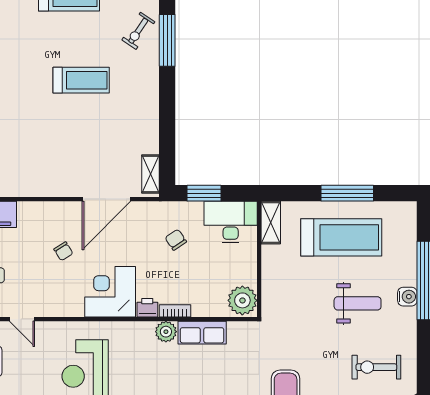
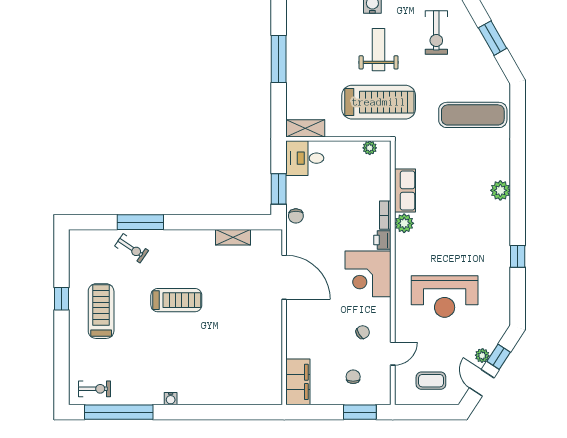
treadmill: (81, 80) -> (176, 300), turned 90
shelving: (151, 174) -> (233, 237), moved
desk: (231, 222) -> (305, 158), width x0.73
treadmill: (341, 237) -> (379, 102), moved, turned 90
chair: (176, 240) -> (296, 216), moved, turned -56
chair: (63, 251) -> (363, 332), moved
plant: (242, 300) -> (370, 148), width x0.53, depth x0.53

